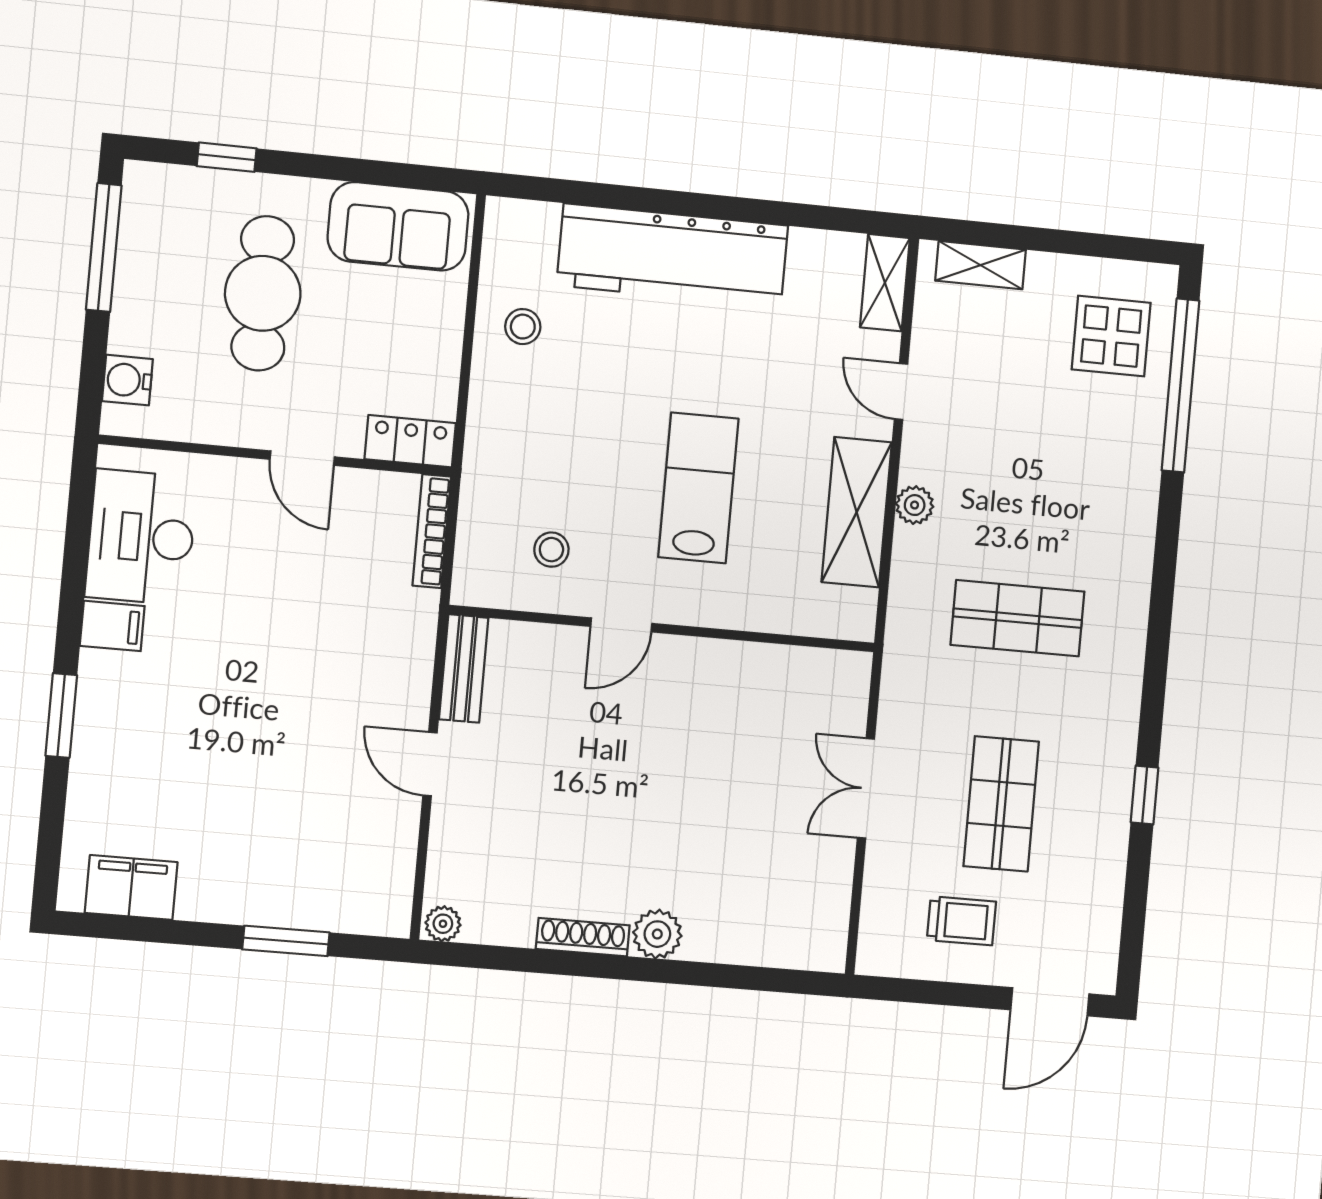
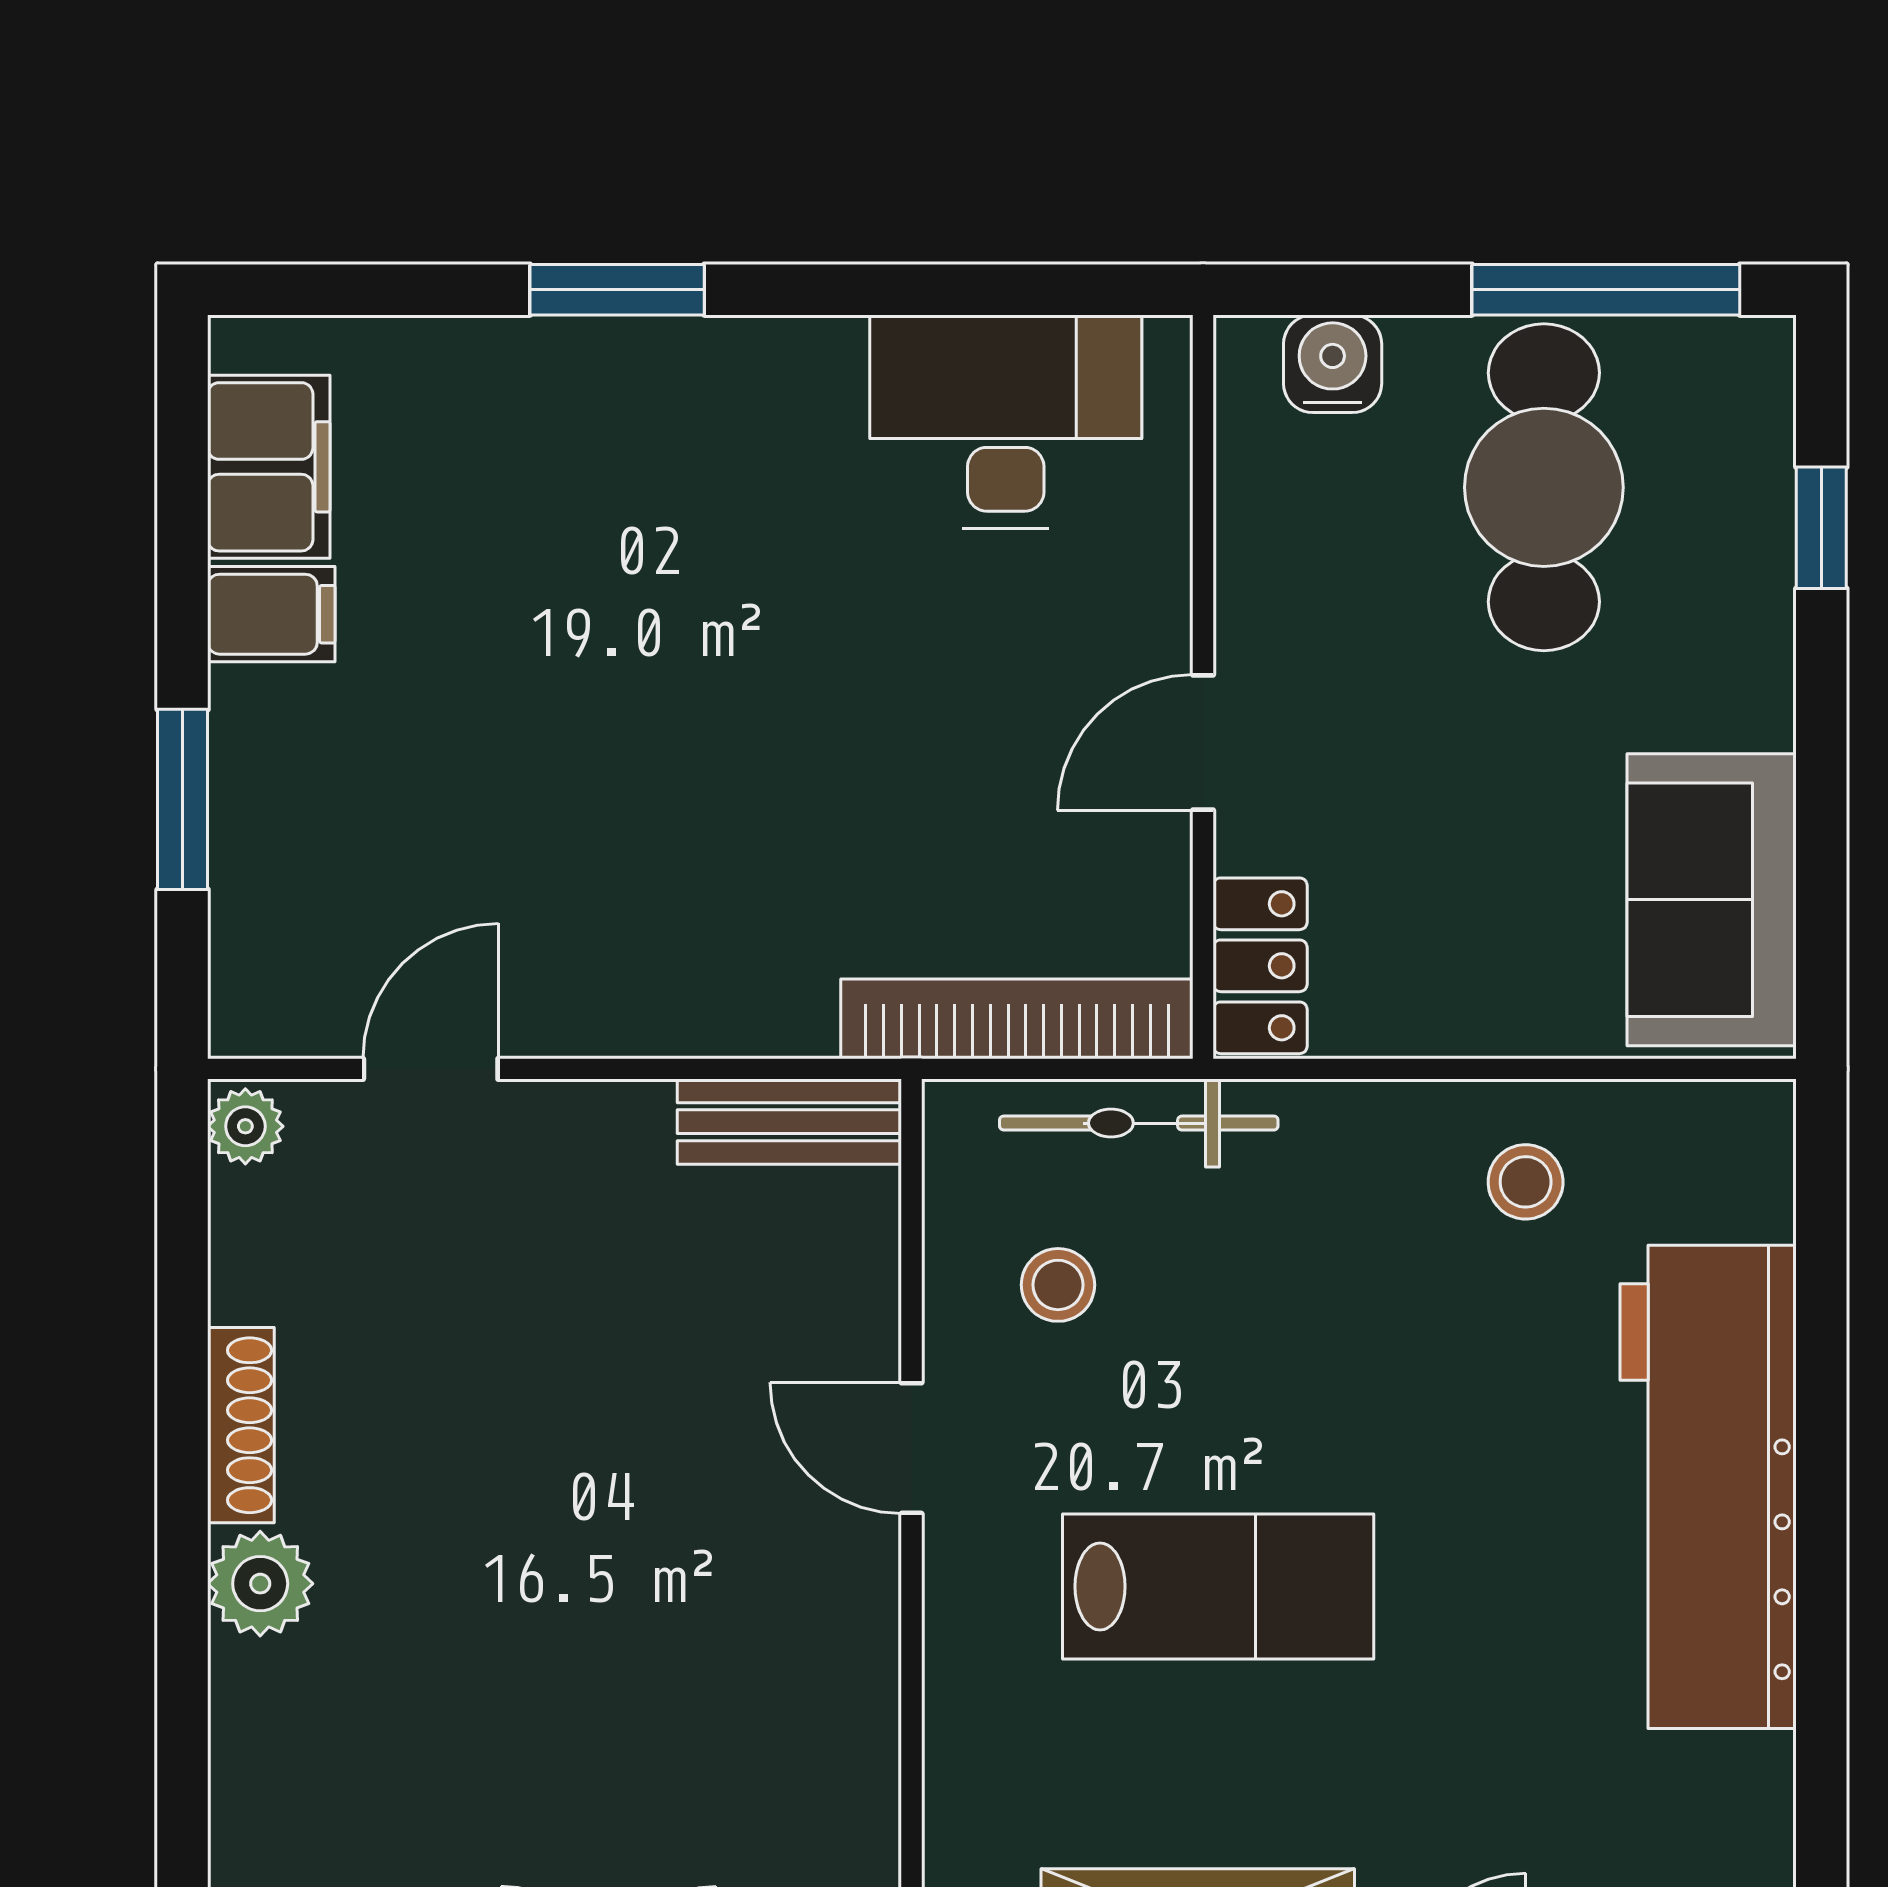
cafe table: (263, 293) -> (1544, 487), moved, turned 90
bicycle: (479, 505) -> (1139, 1123), added
bookcase: (432, 531) -> (1017, 1019), width x1.48, depth x1.31
filing cabinet: (112, 626) -> (271, 614), moved, turned -90
door: (430, 764) -> (431, 1069), moved

